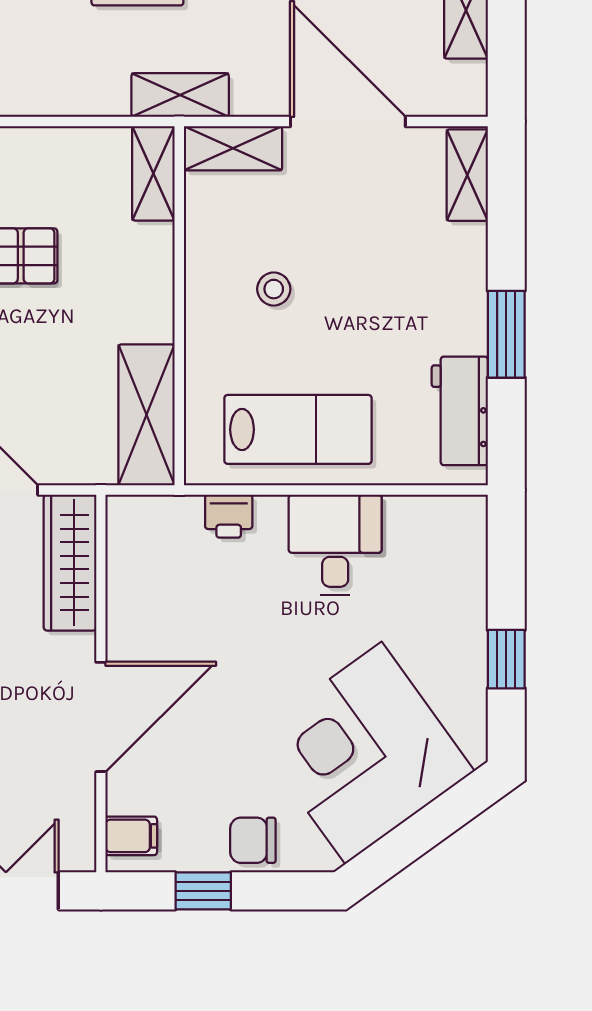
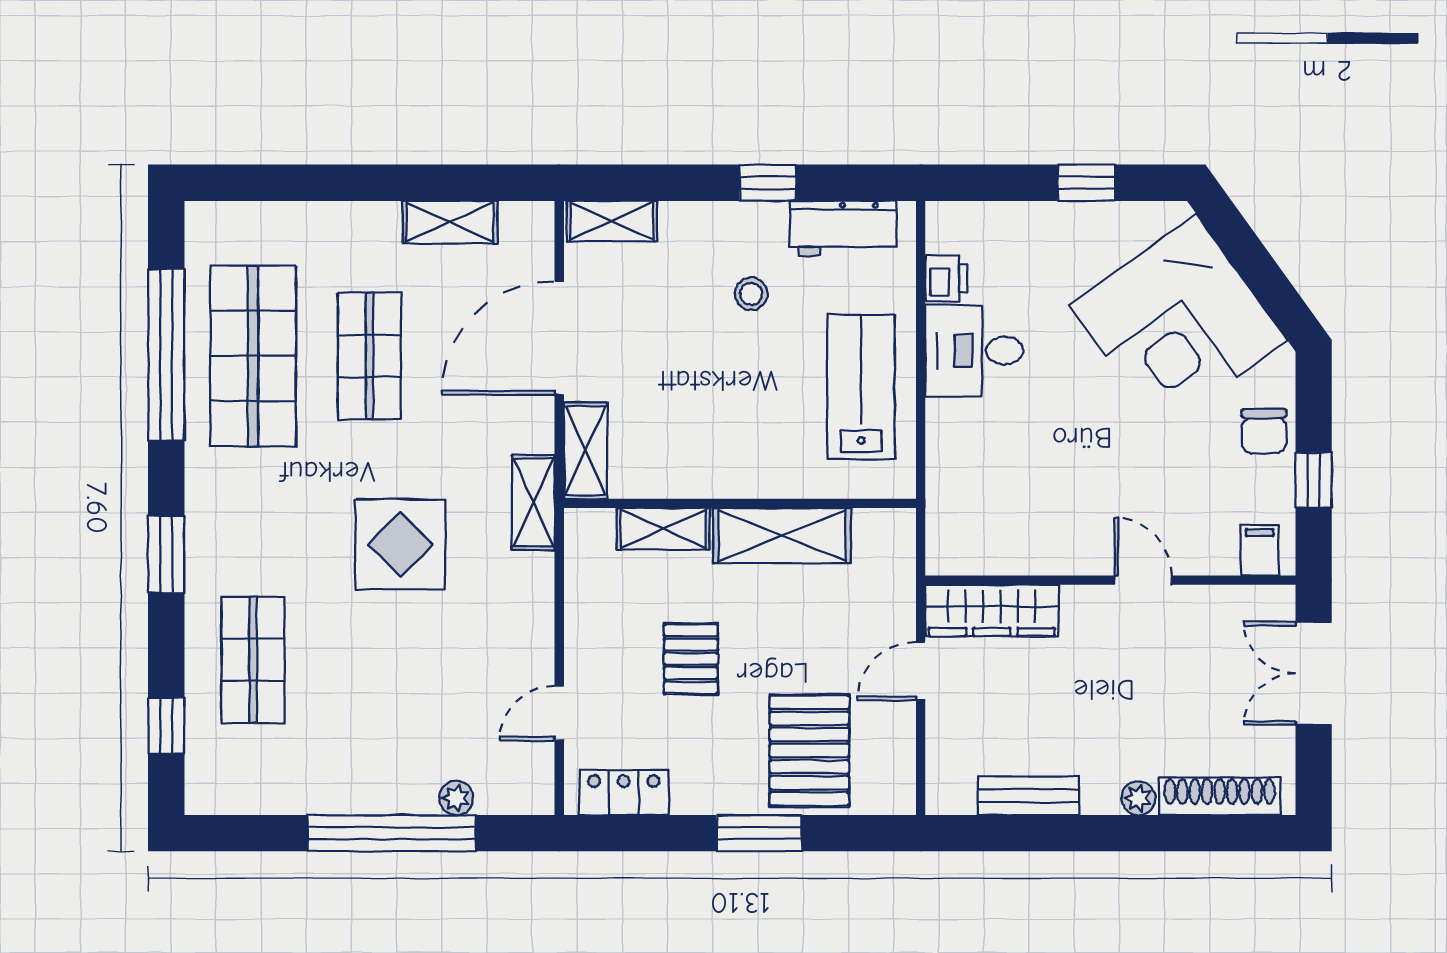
shelving: (153, 173) -> (663, 529), moved
stool: (274, 289) -> (751, 294), moved
window: (506, 334) -> (768, 183), width x0.67
shelving: (146, 415) -> (782, 536), moved
printer: (229, 516) -> (946, 278), moved
door: (101, 717) -> (1143, 580), width x0.53

